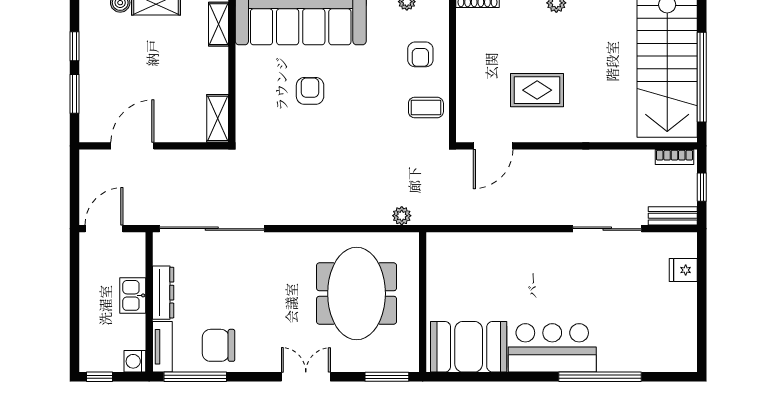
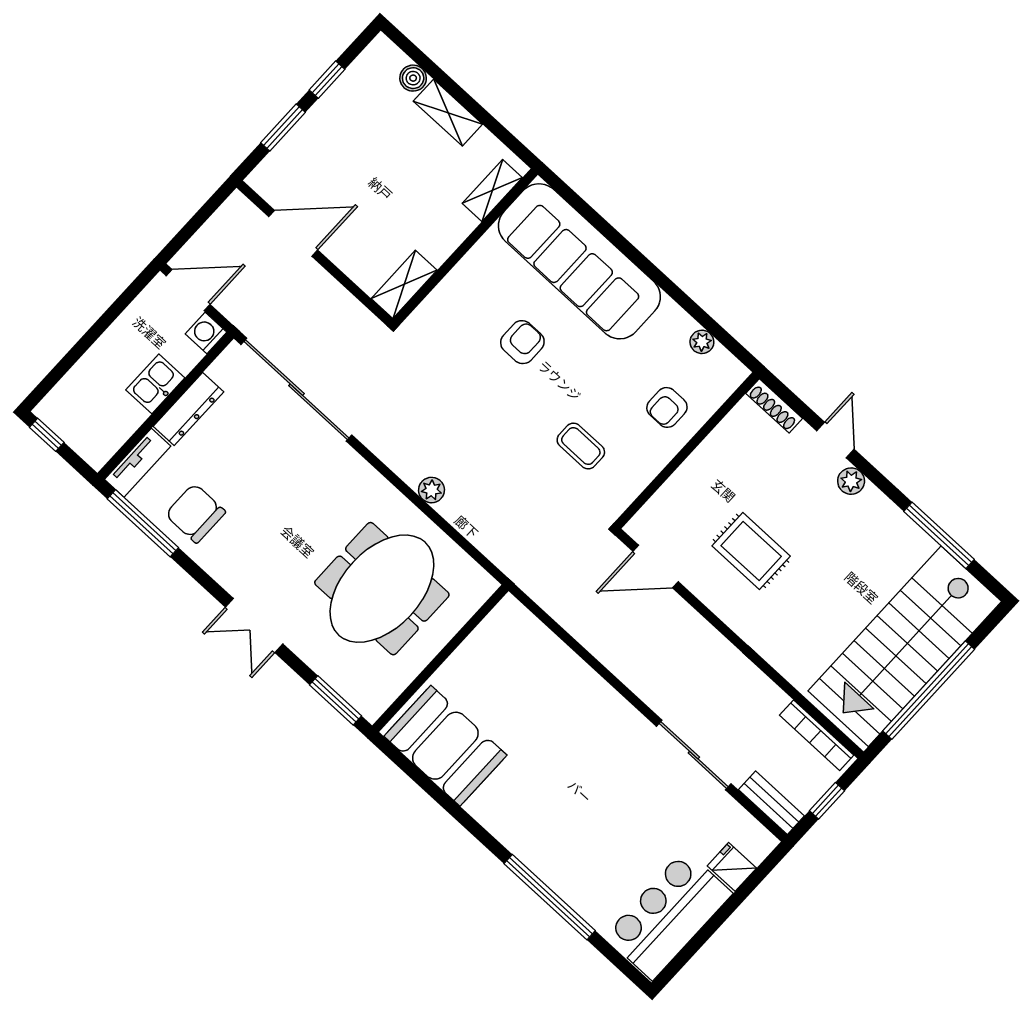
coffee table: (426, 107) -> (581, 446), moved
bookcase: (674, 157) -> (817, 735), width x1.56
plant: (402, 216) -> (432, 490), moved
bar counter: (552, 348) -> (668, 915), moved, turned -90
washing machine: (135, 361) -> (206, 333), moved
double door: (306, 377) -> (254, 625), swing flipped

